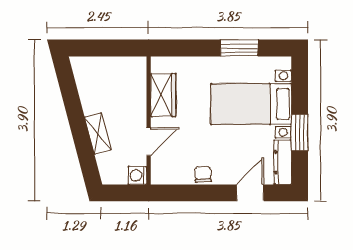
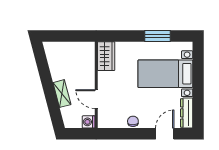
wardrobe: (163, 95) -> (106, 56), moved
window: (300, 133) -> (198, 93), removed
door: (149, 142) -> (96, 99), swing flipped

